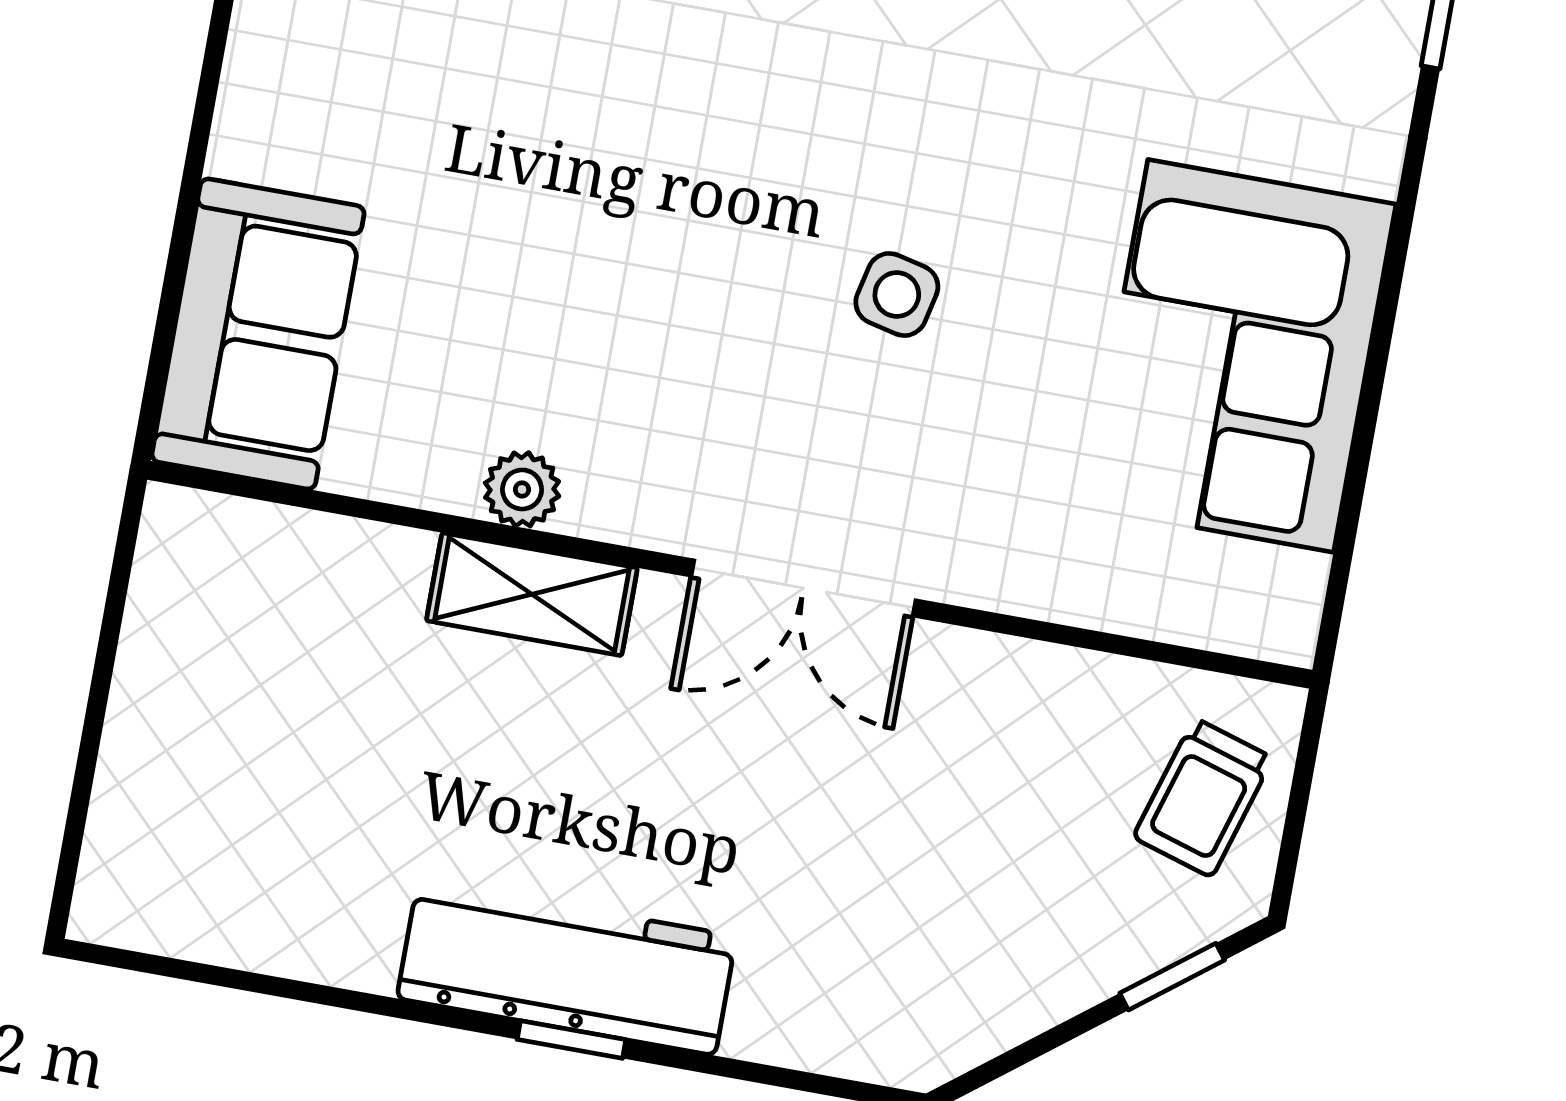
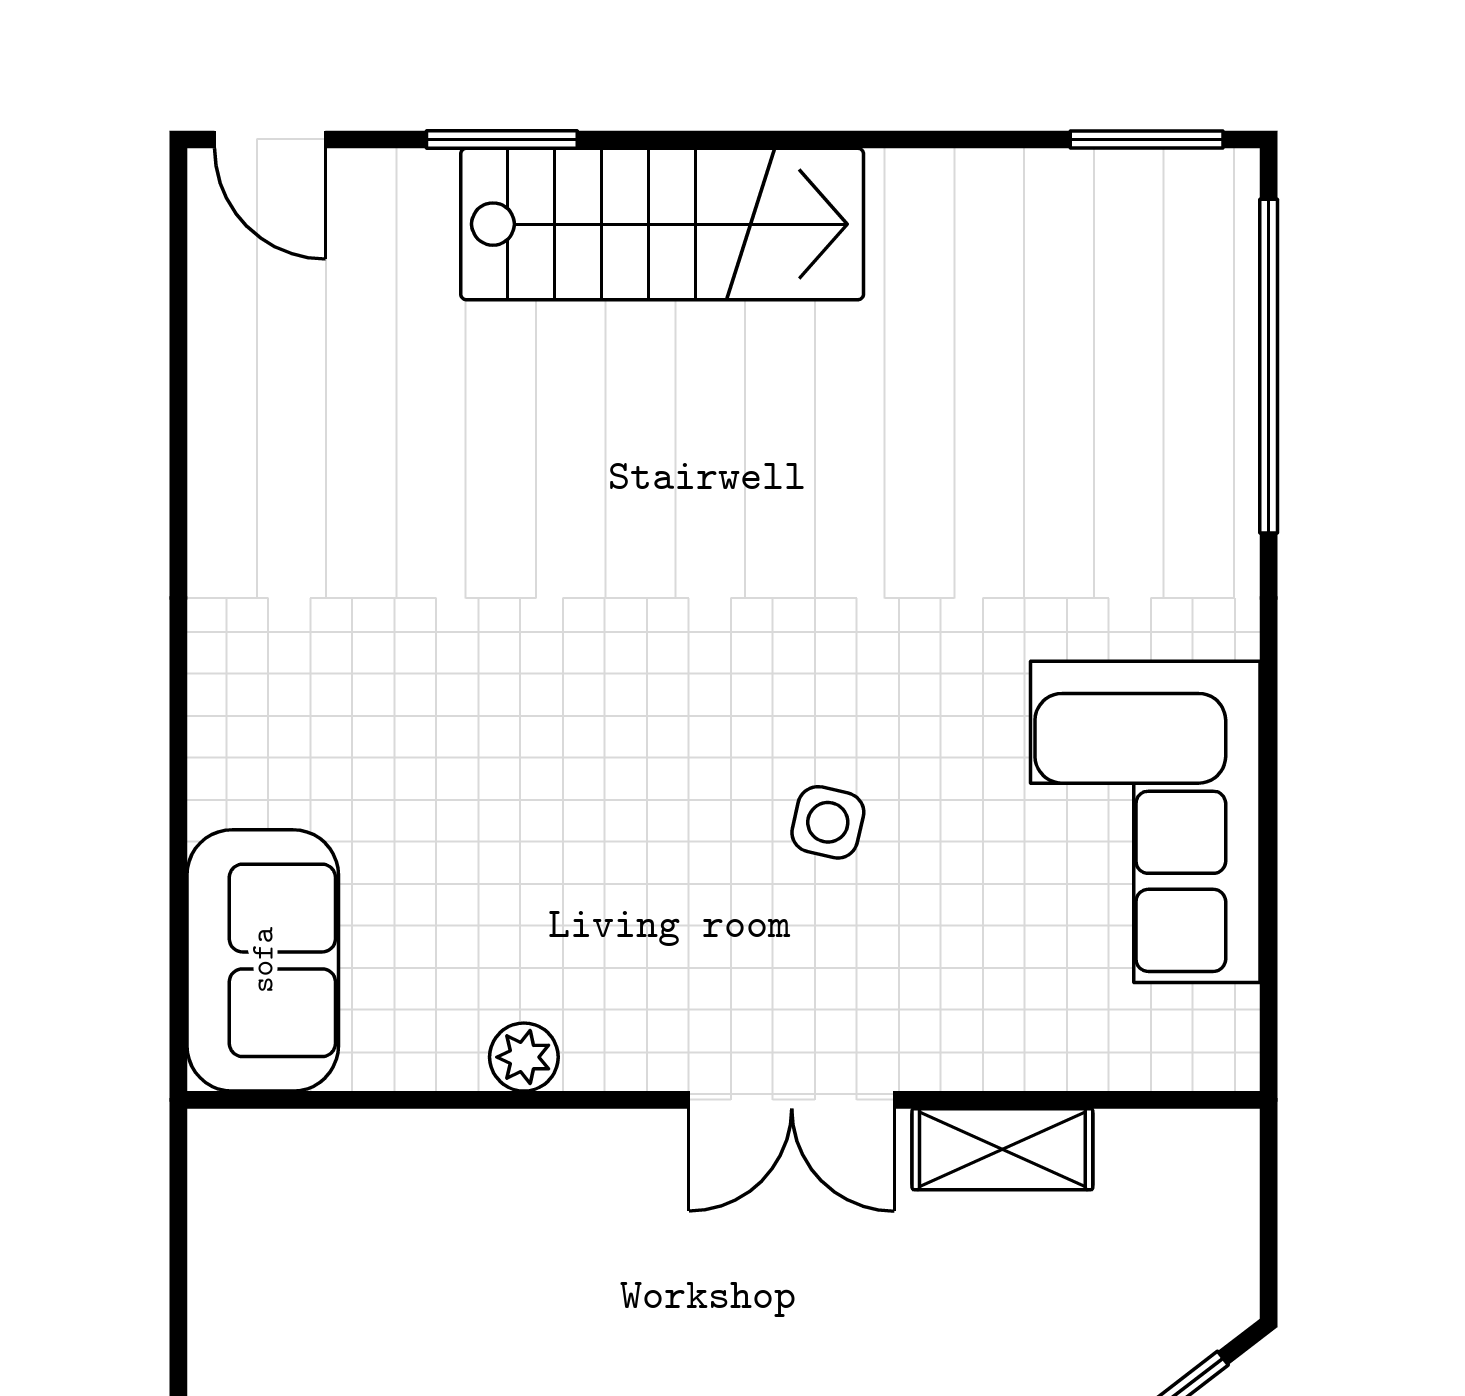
shelving: (532, 594) -> (1002, 1149), moved
trolley: (1203, 798) -> (1183, 1223), removed

